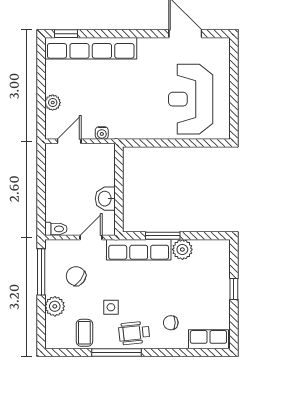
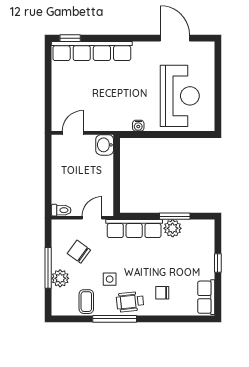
reception desk: (191, 99) -> (180, 96), turned 180
plant: (53, 103) -> (58, 99), removed
water cooler: (102, 133) -> (138, 126), moved
washbasin: (105, 199) -> (105, 145), moved
window: (163, 236) -> (175, 216), moved
window: (41, 272) -> (48, 268), moved
row of seats: (208, 339) -> (206, 297), moved, turned -90

